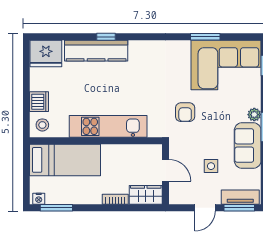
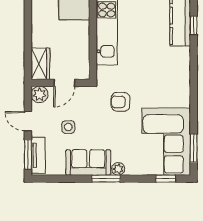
window: (205, 37) -> (194, 148), moved
plant: (177, 196) -> (40, 94), added
bookcase: (115, 199) -> (36, 34), removed

